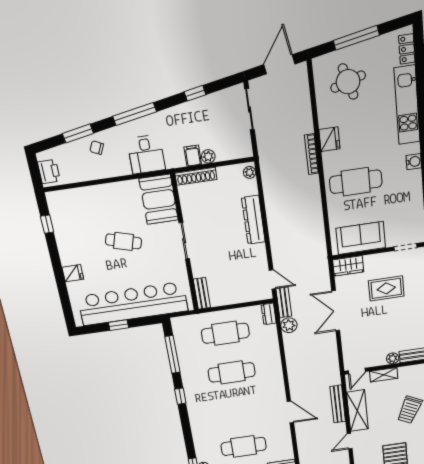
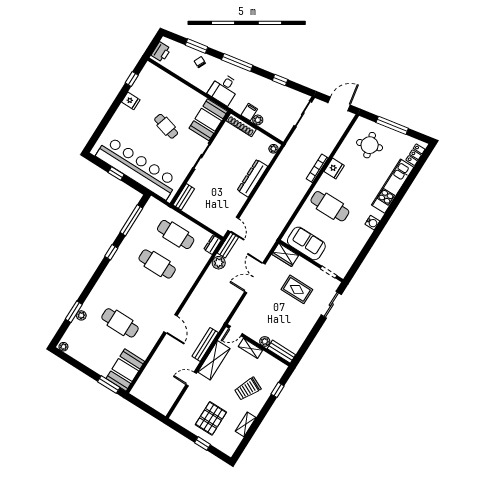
fridge: (73, 273) -> (131, 101), moved

